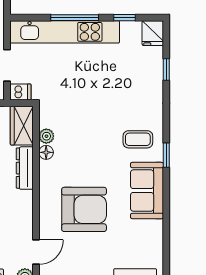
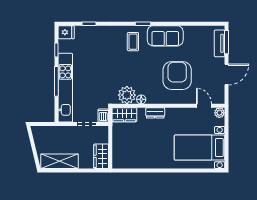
plant: (46, 136) -> (127, 95), width x1.87, depth x1.87
dresser: (25, 168) -> (155, 113), width x0.70

